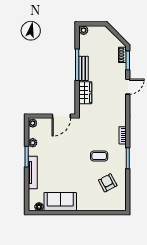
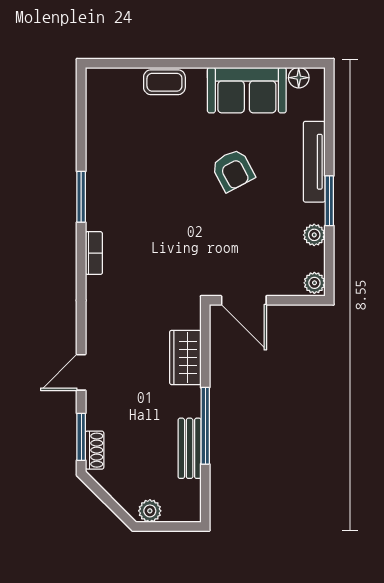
plant: (84, 30) -> (150, 511), moved
bench: (84, 68) -> (190, 448), moved
door: (61, 116) -> (244, 300), swing flipped
coffee table: (99, 156) -> (164, 82), moved
armchair: (108, 183) -> (233, 170), moved

